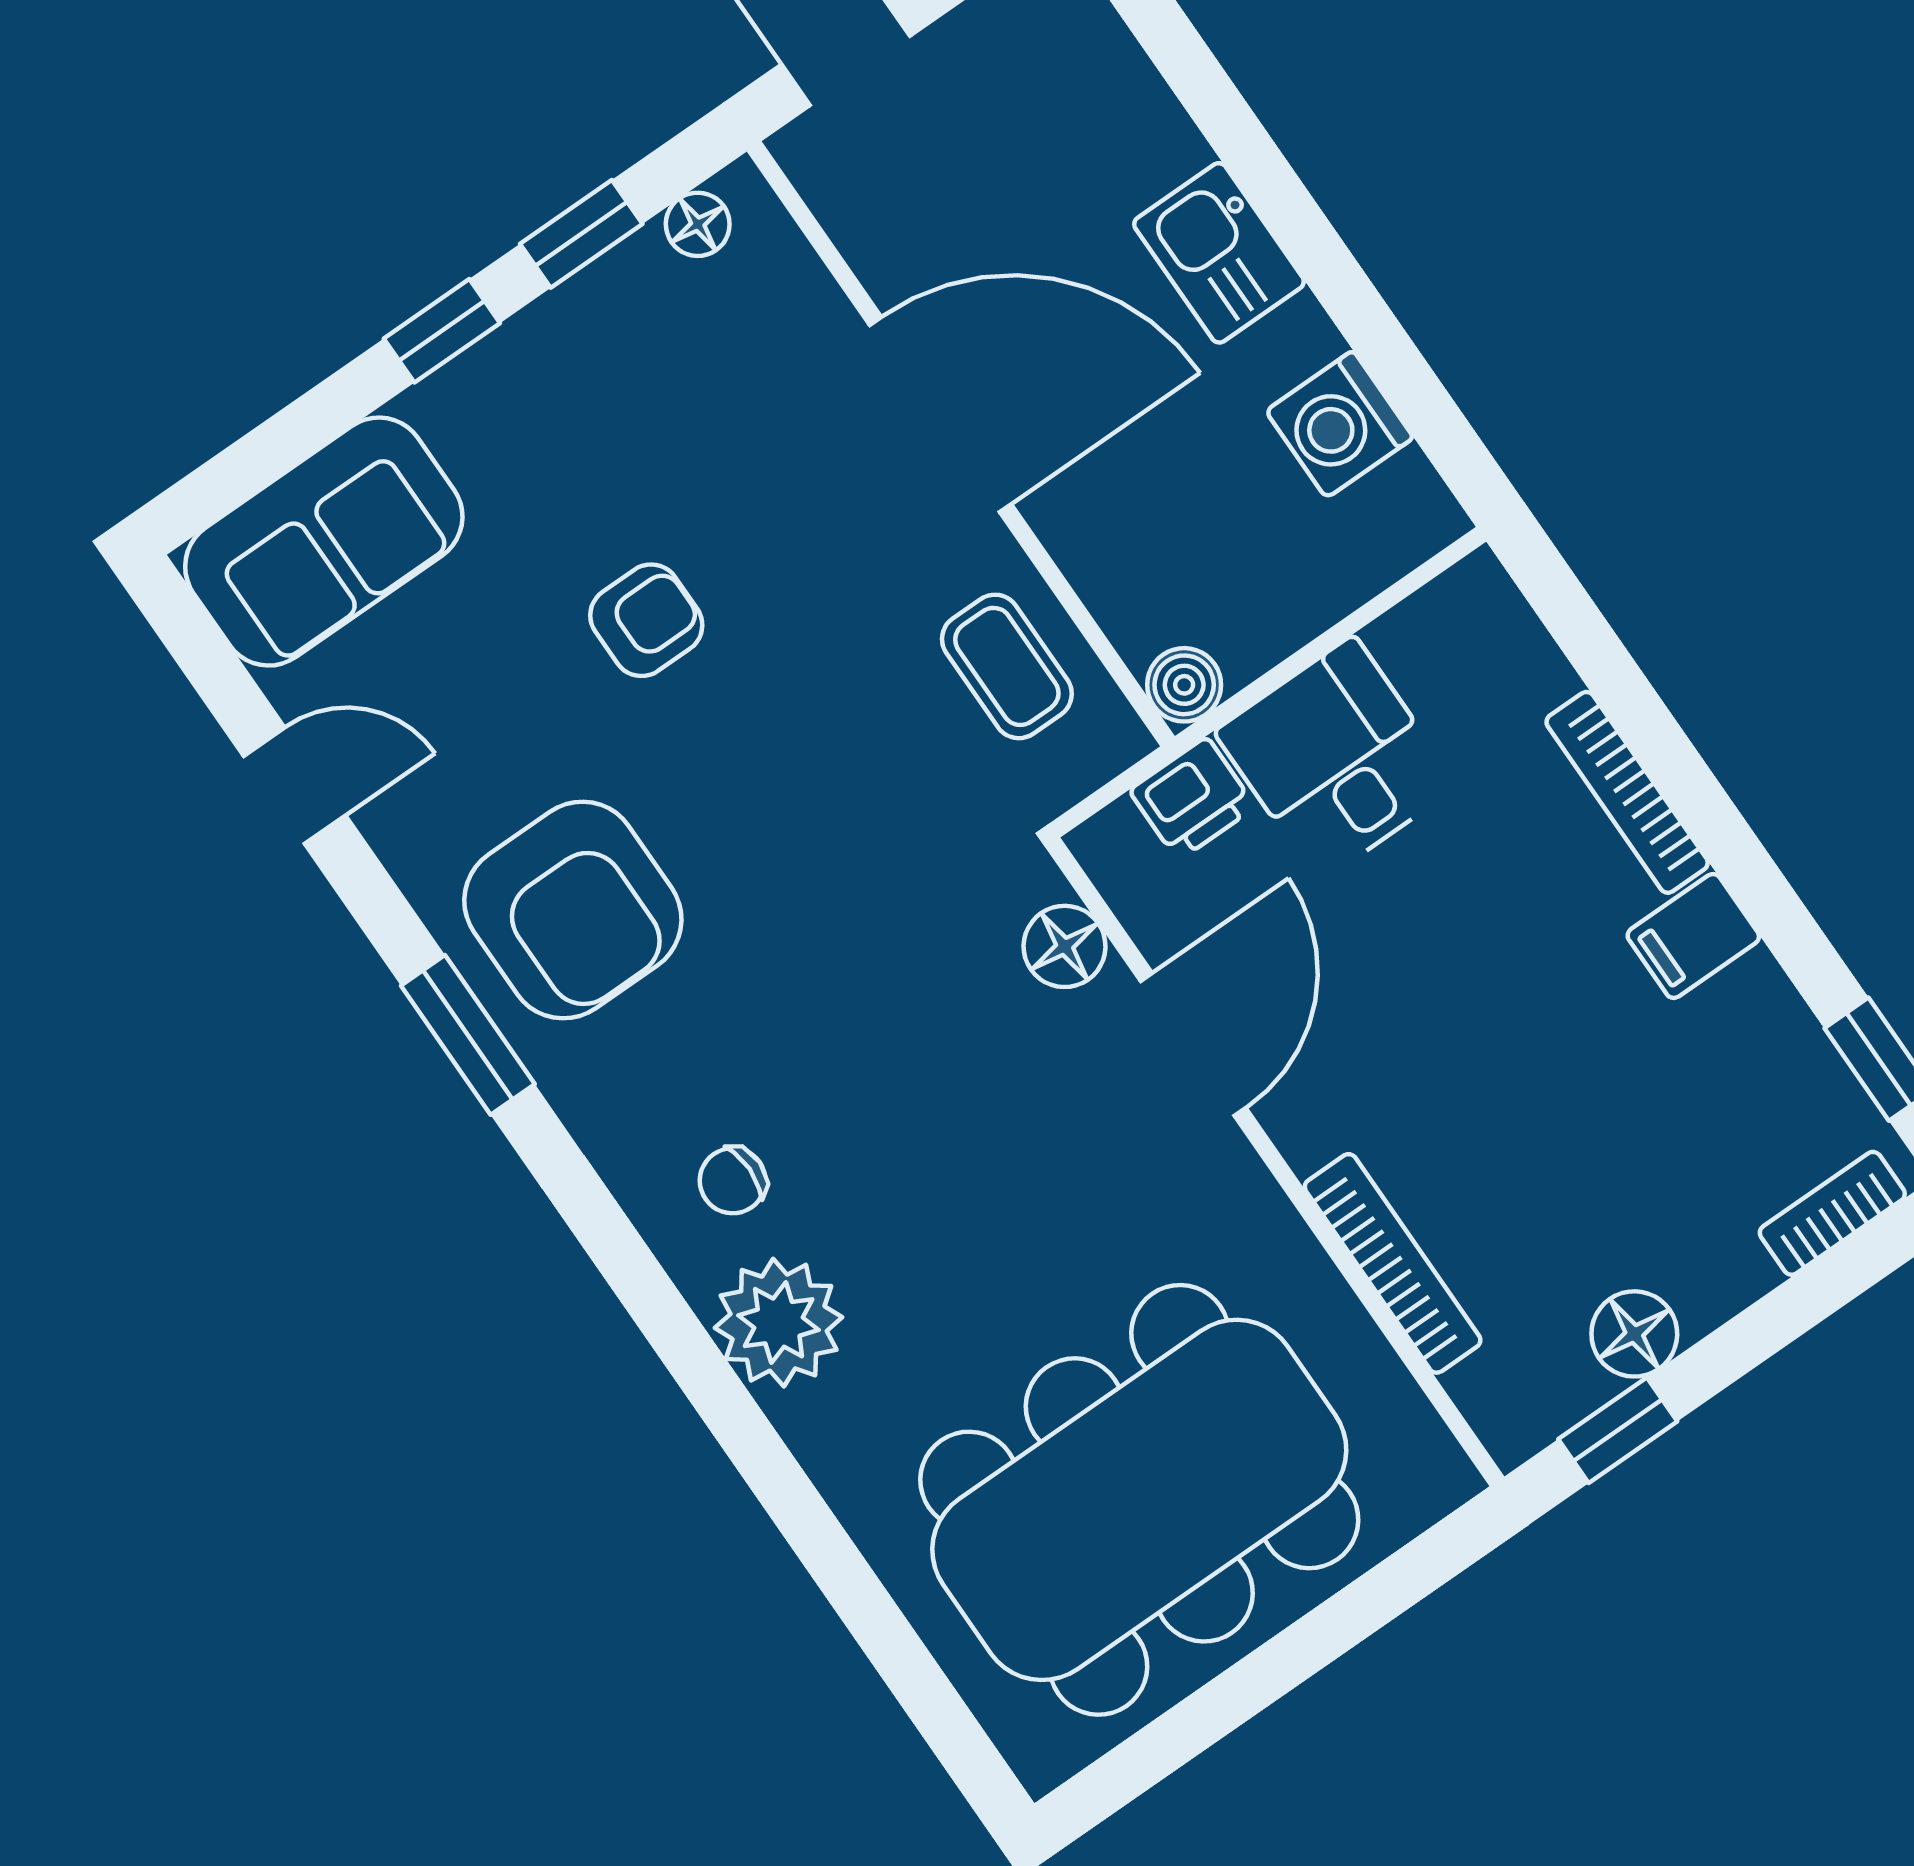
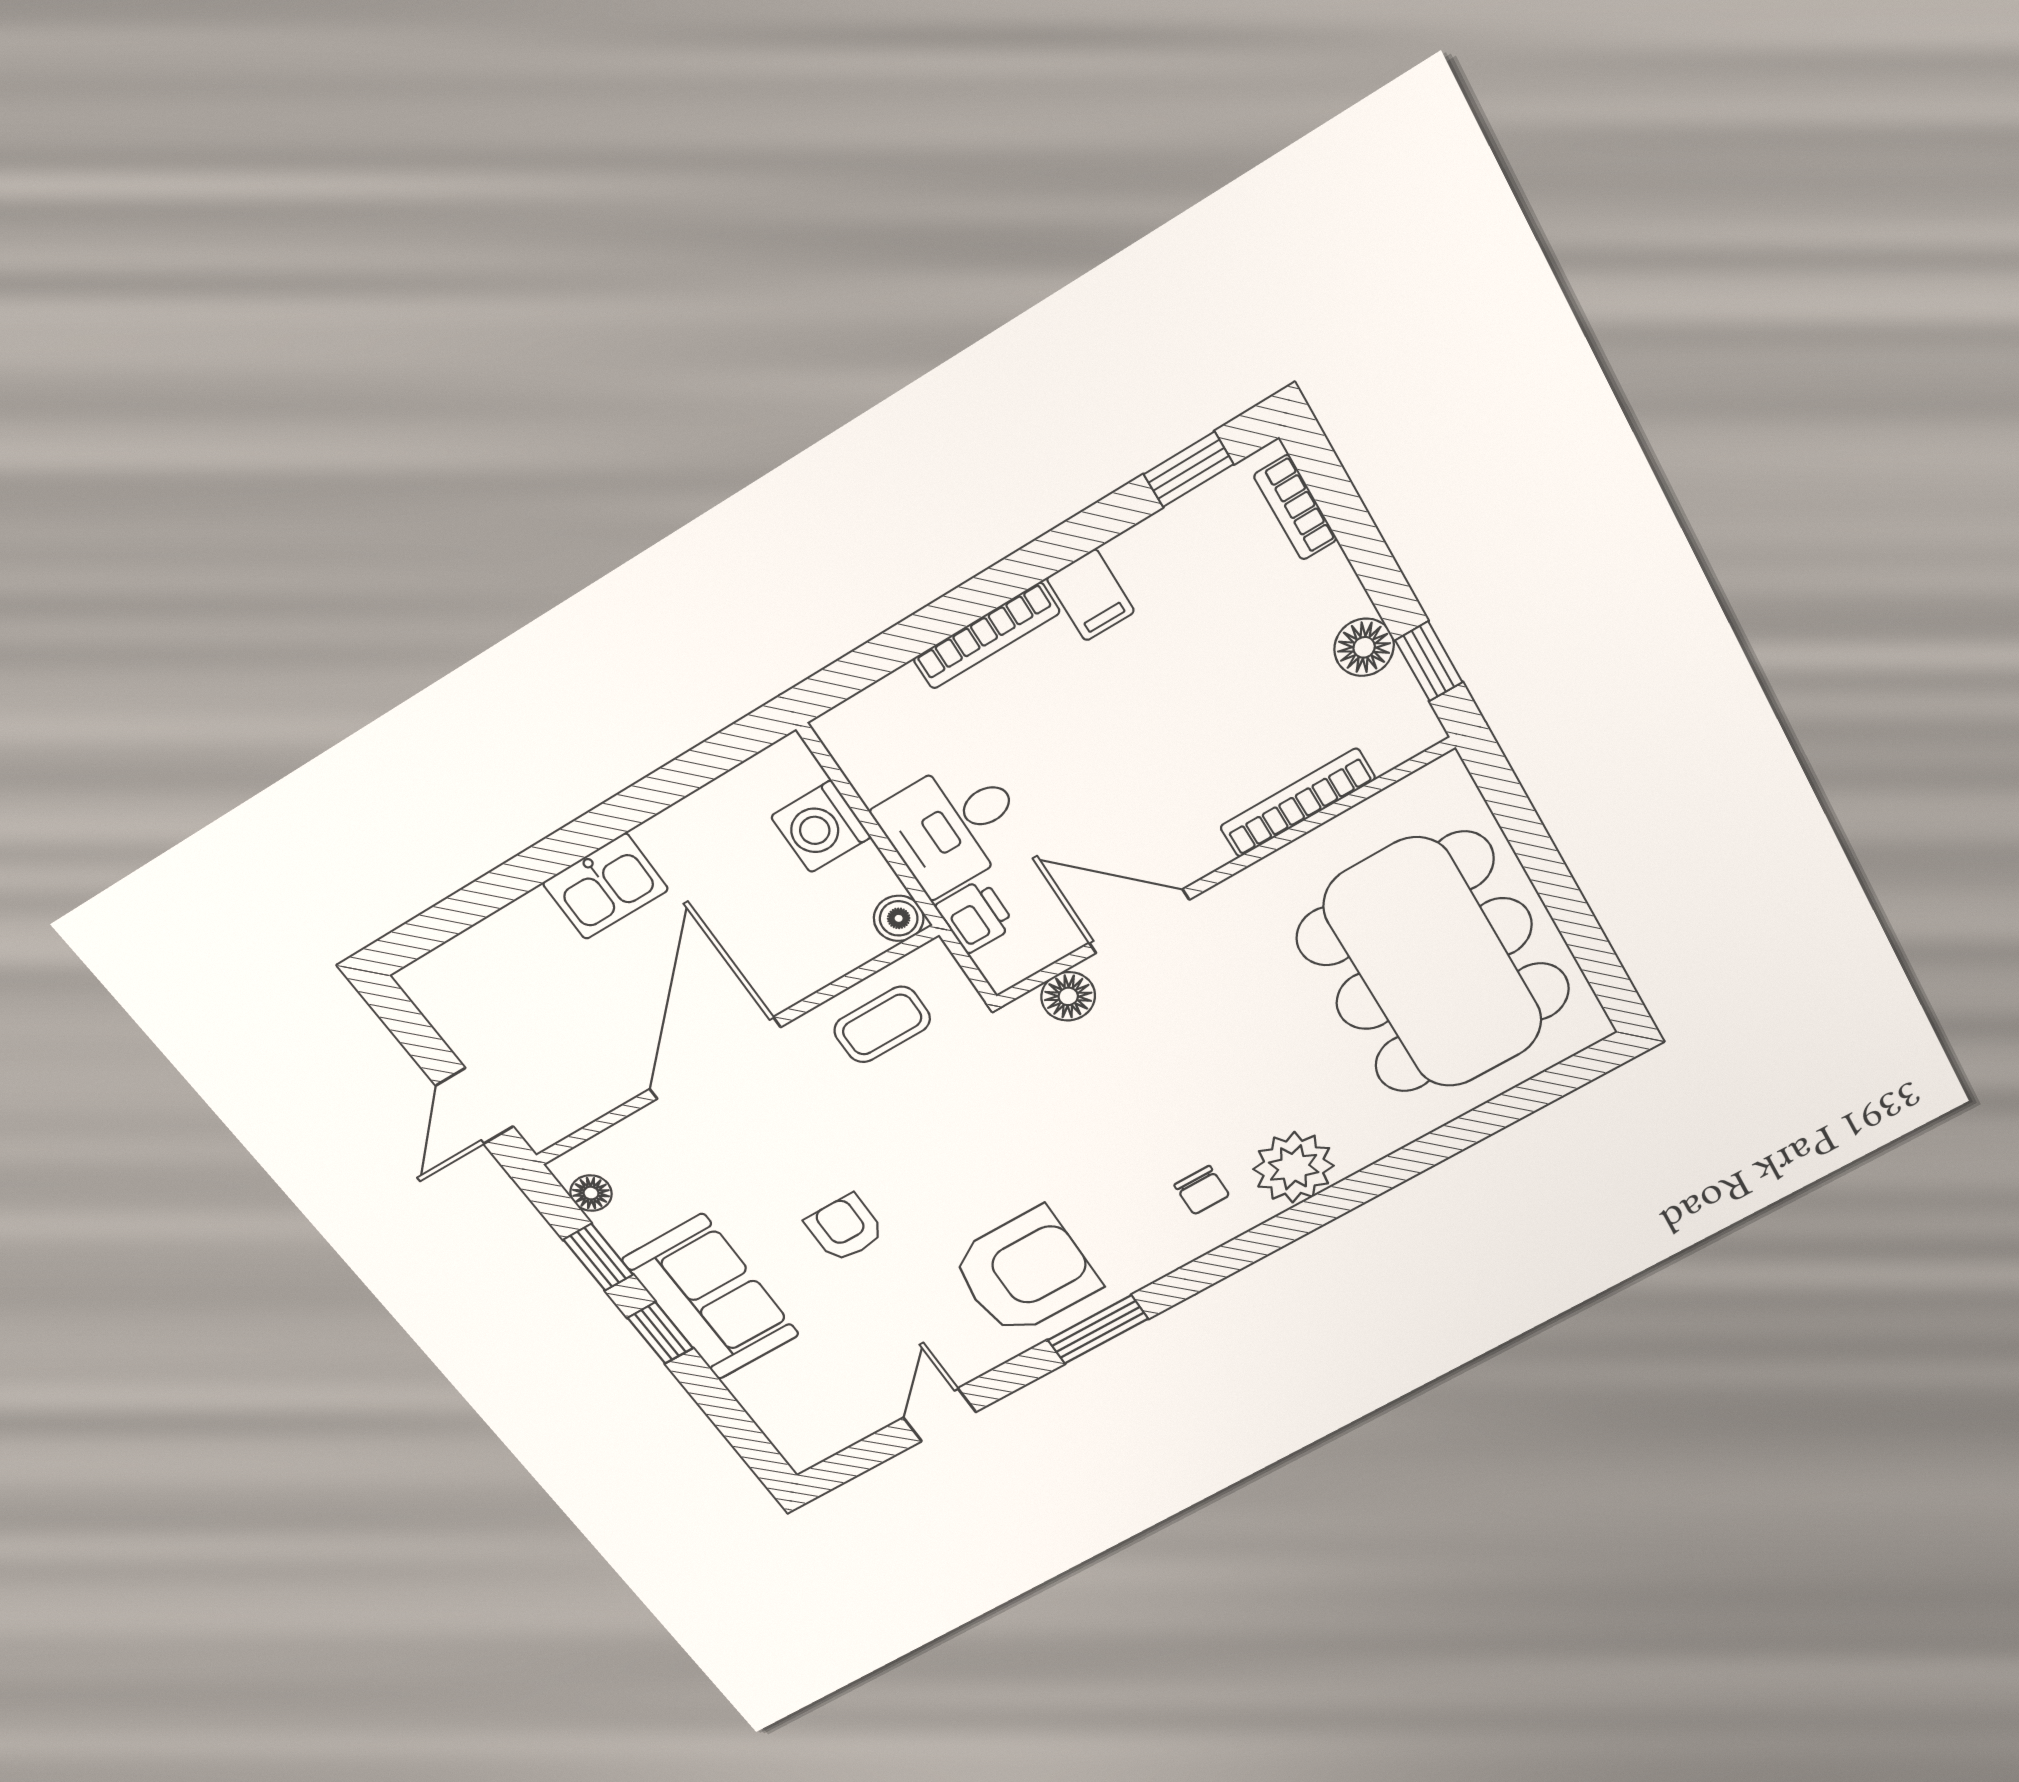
washing machine: (1340, 424) -> (821, 827), moved, turned 90
sofa: (324, 542) -> (711, 1297), moved

